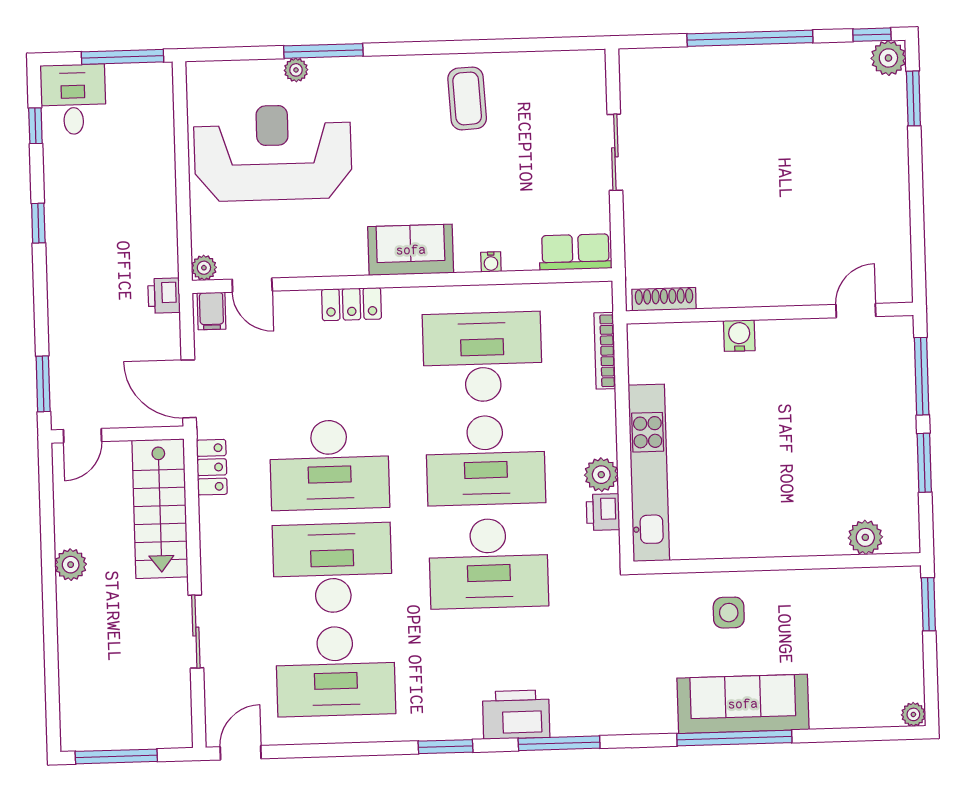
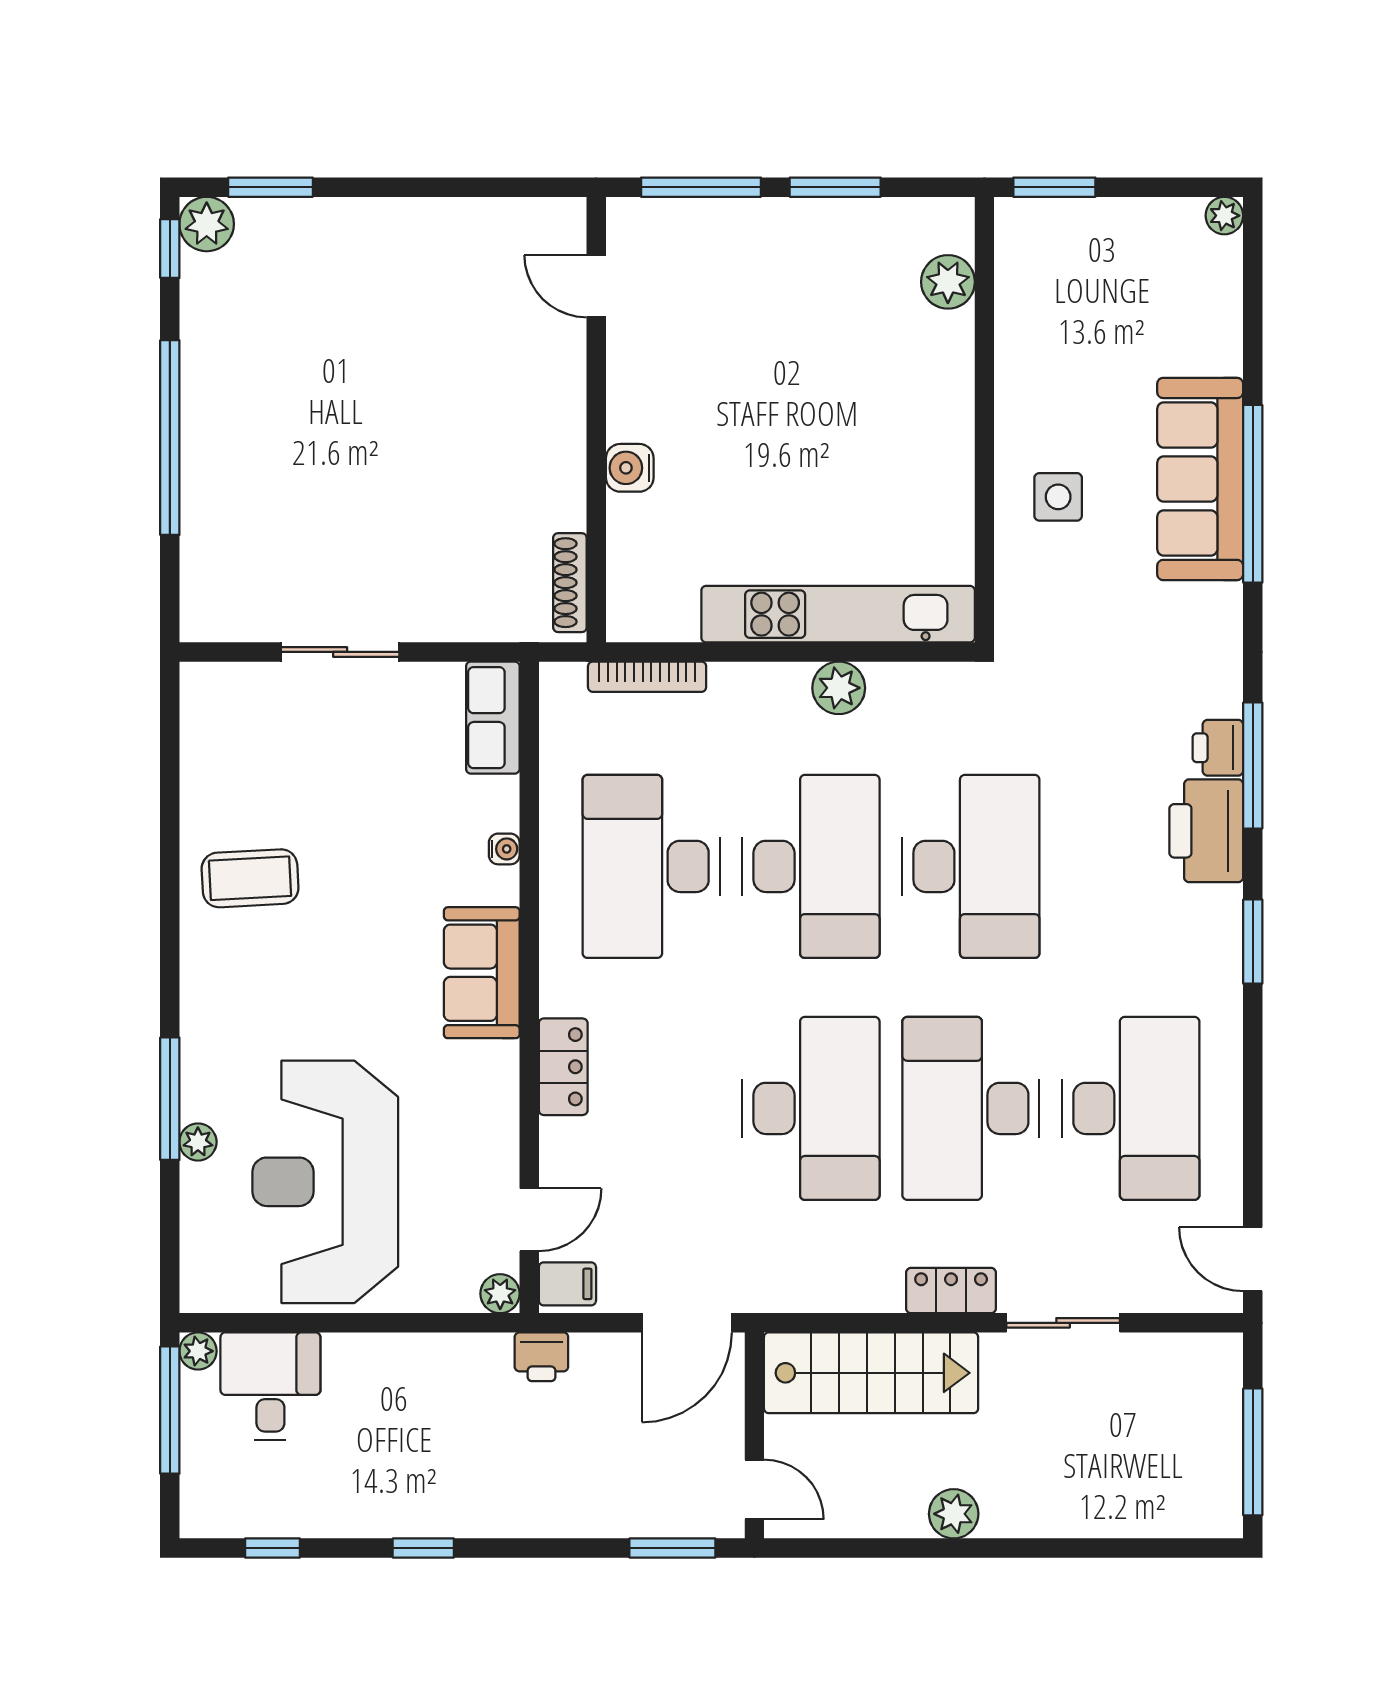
plant: (161, 74) -> (198, 1351), added
desk: (73, 99) -> (270, 1386), moved, turned 90
locker: (212, 467) -> (951, 1291), moved
printer: (603, 512) -> (1218, 748), moved, turned 90

